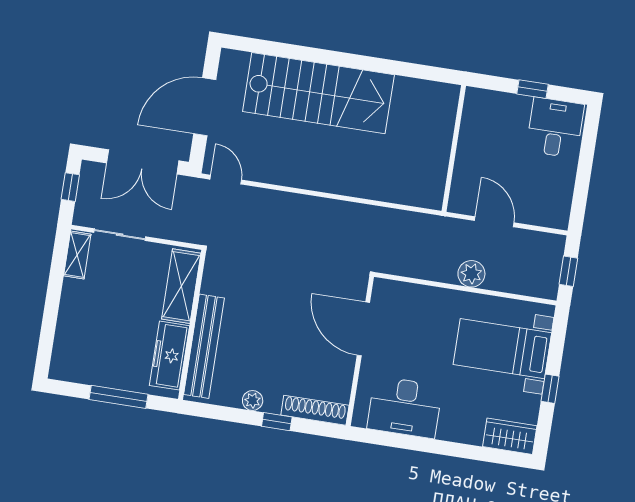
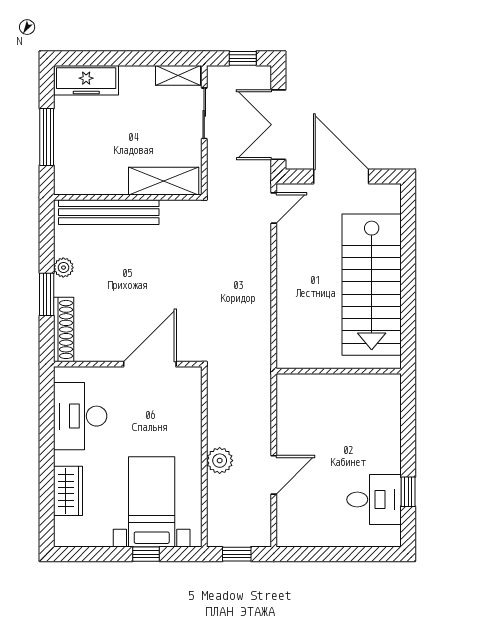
desk: (555, 128) -> (374, 500), moved
wall: (454, 148) -> (339, 371), moved
freezer: (169, 356) -> (86, 80), moved, turned 180
window: (550, 389) -> (146, 554), moved
window: (277, 422) -> (47, 294), width x1.50
wardrobe: (510, 436) -> (68, 491), moved

